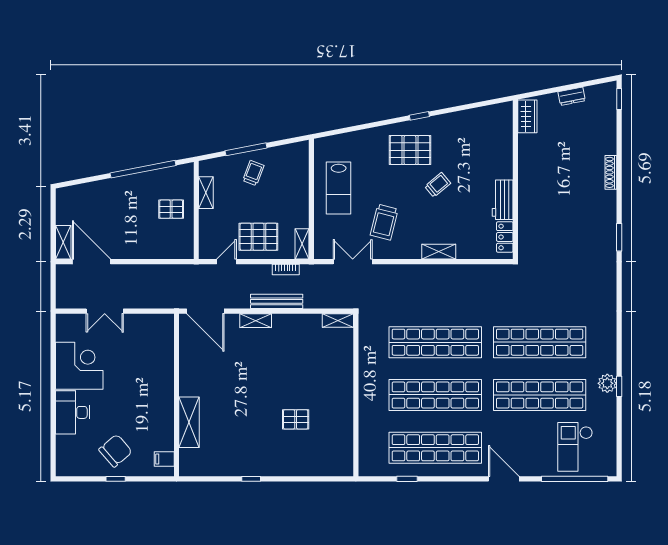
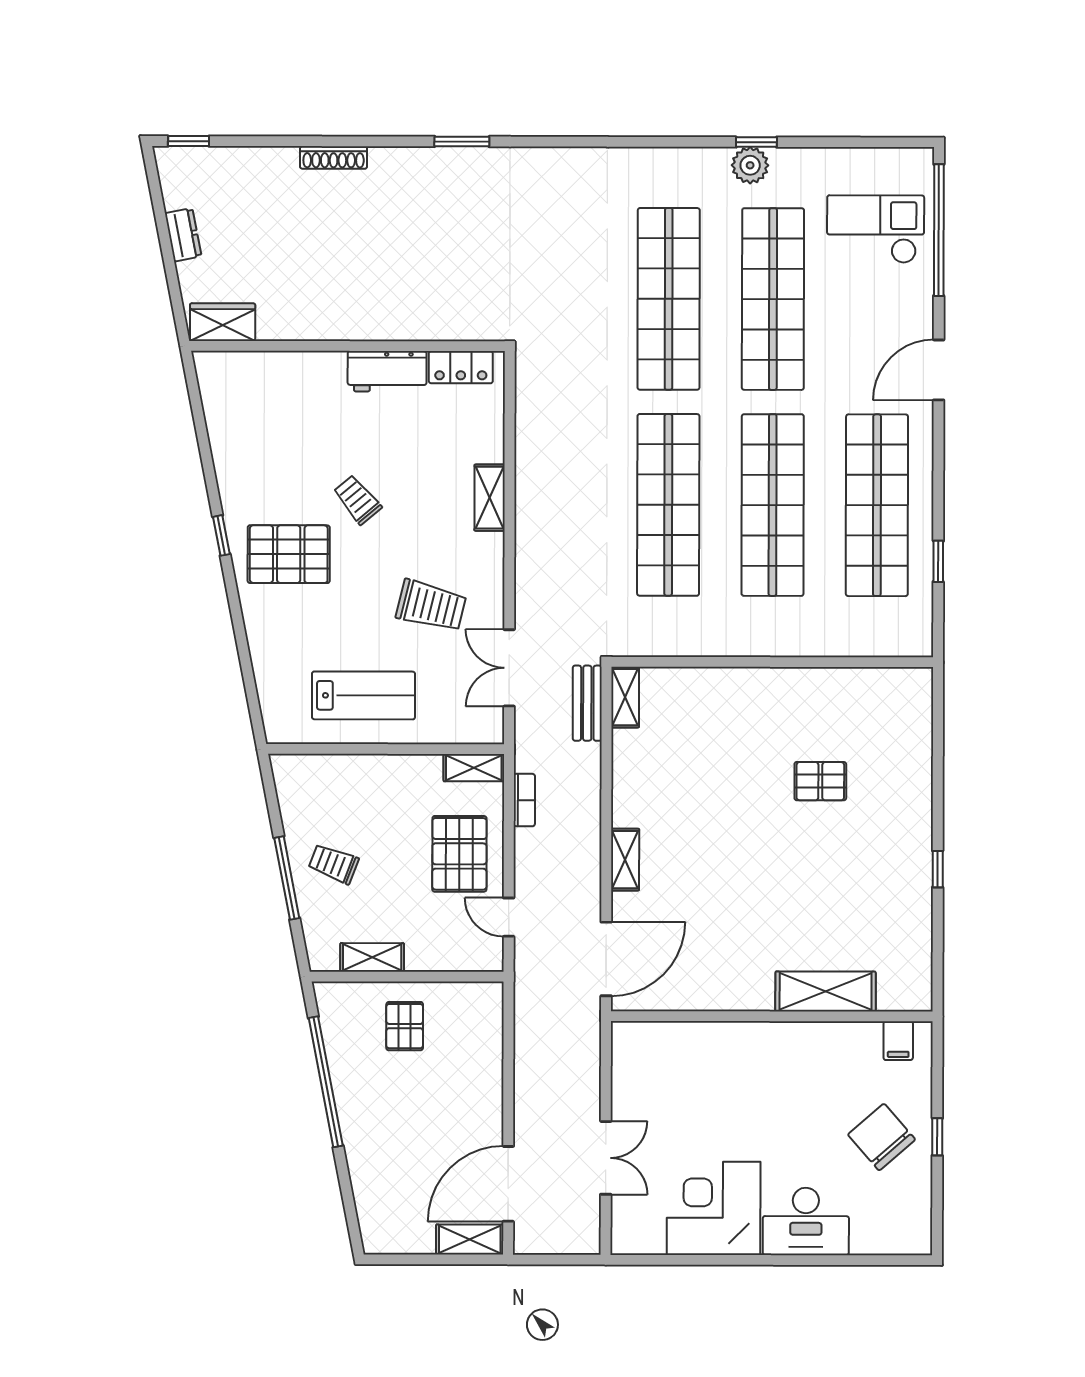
pallet: (410, 150) -> (289, 554), turned 90
bench: (277, 301) -> (587, 703), moved, width x0.73
pallet: (296, 419) -> (820, 781), turned 90
checkout: (575, 447) -> (876, 229), turned 180

